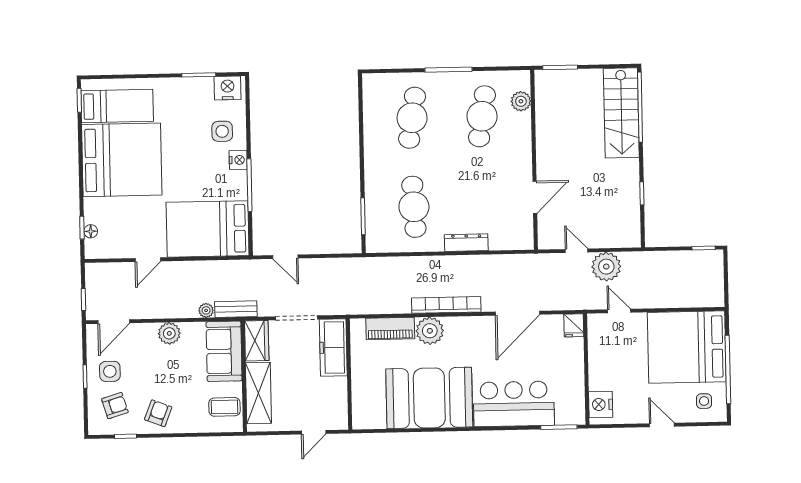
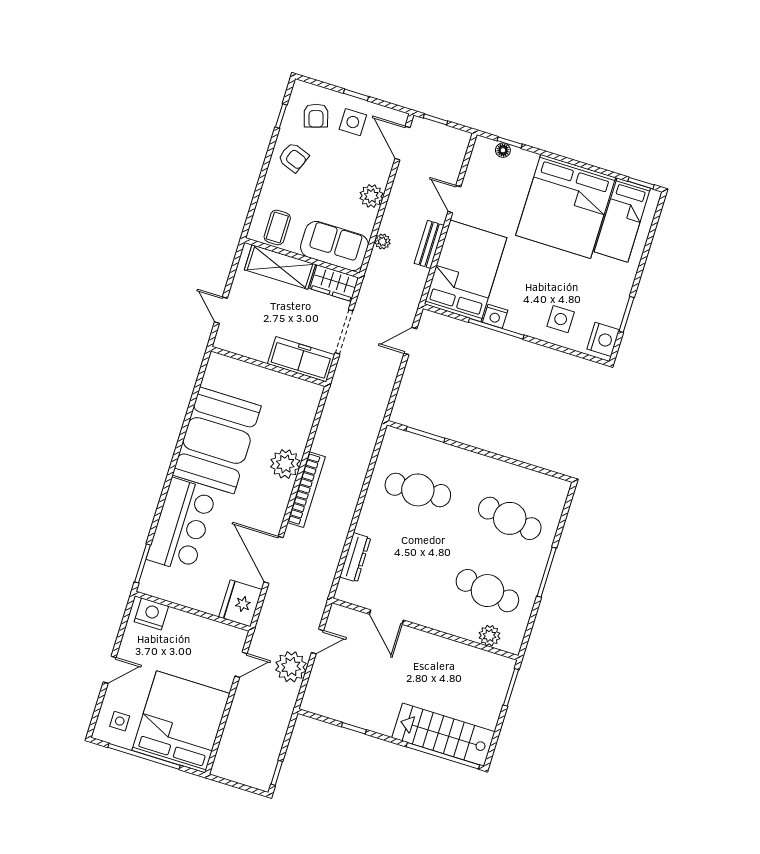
nightstand: (238, 160) -> (495, 316), moved
dresser: (466, 243) -> (355, 557), moved
bench: (236, 309) -> (429, 244), moved
fridge: (574, 325) -> (240, 603), width x1.88, depth x1.34
piano: (390, 329) -> (301, 424), removed

